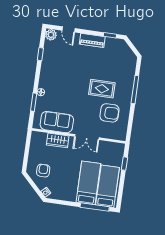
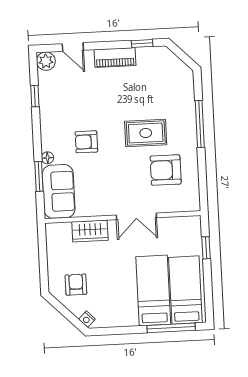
armchair: (66, 87) -> (86, 142), added
armchair: (109, 113) -> (166, 170), turned 180
sofa: (57, 122) -> (59, 191), moved, turned 90

